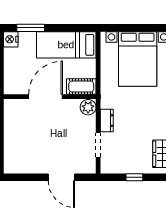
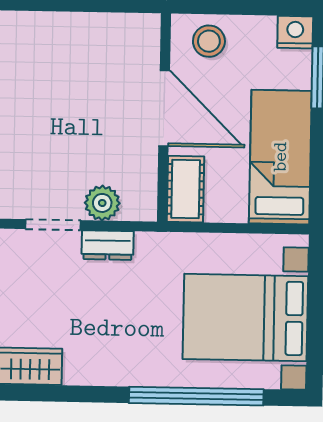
stool: (16, 77) -> (209, 41), added
plant: (88, 107) -> (102, 203), moved

